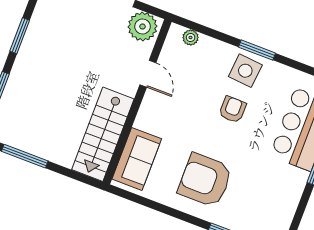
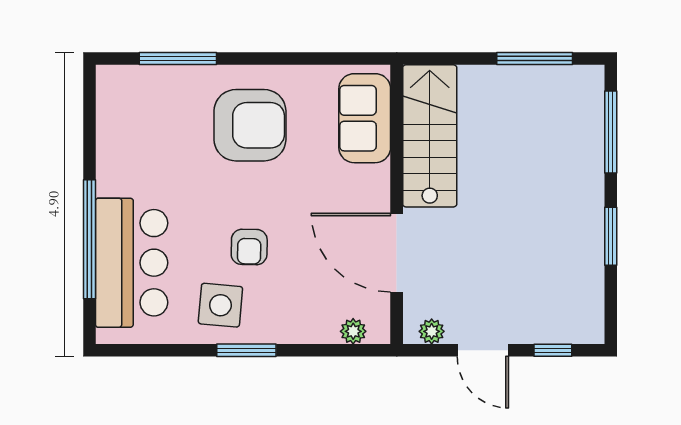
plant: (143, 27) -> (432, 331), width x0.53, depth x0.53
side table: (245, 71) -> (220, 305), moved
door: (148, 74) -> (397, 253), width x1.87

